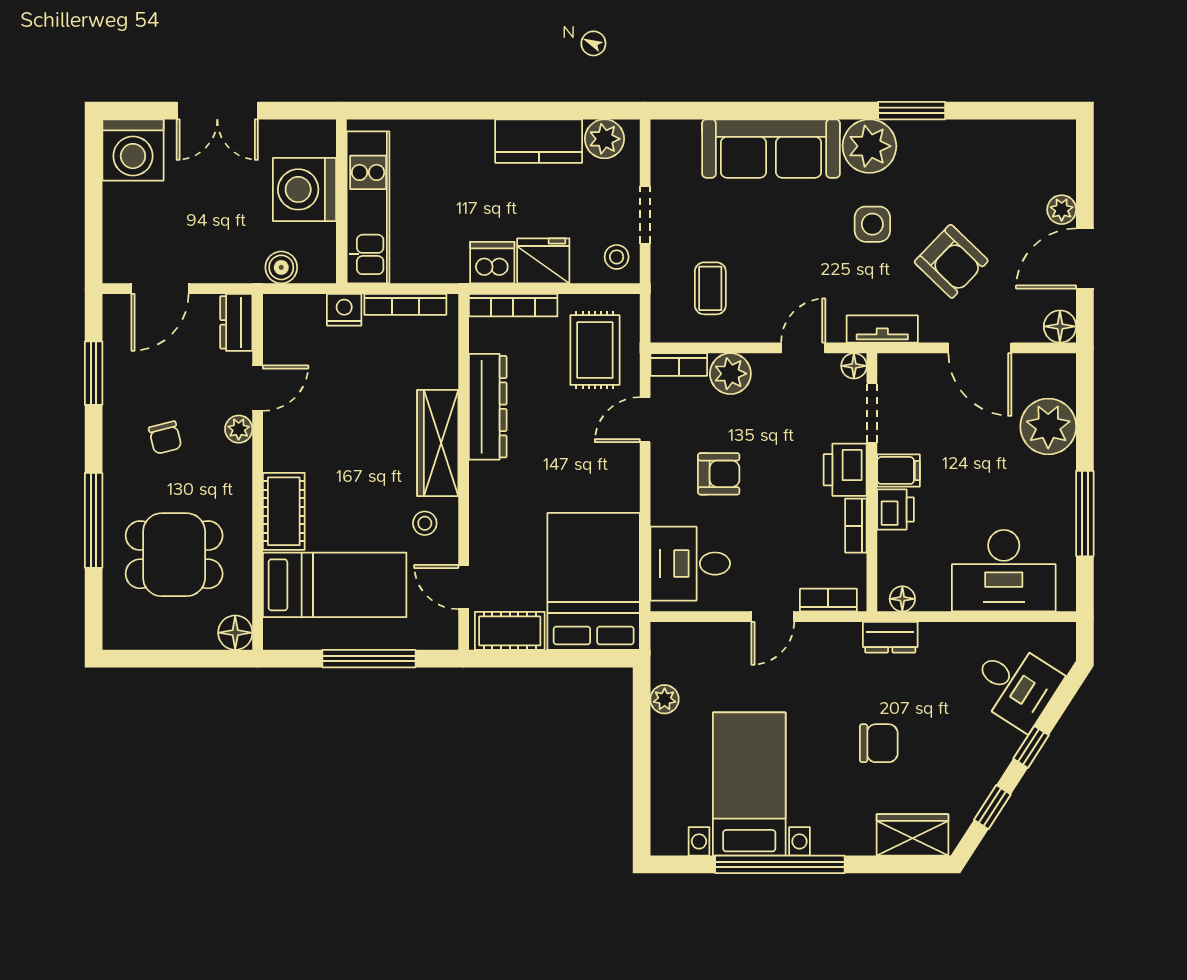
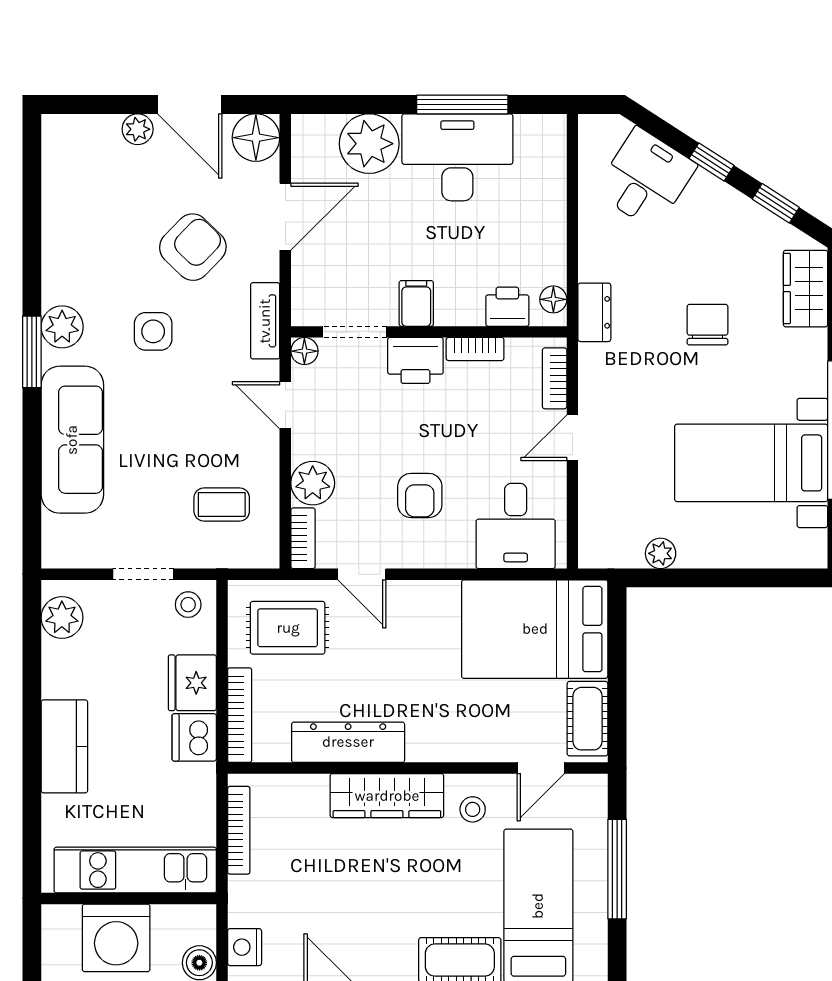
window: (912, 111) -> (32, 352), moved
kitchen counter: (539, 141) -> (64, 746), moved
plant: (869, 146) -> (62, 327), width x0.73, depth x0.73
nightstand: (344, 310) -> (245, 947), moved
floor lamp: (1060, 326) -> (256, 138), width x1.38, depth x1.38
armchair: (719, 474) -> (420, 495), turned 180
printer: (896, 509) -> (507, 307), moved
desk: (1004, 571) -> (457, 157), moved, turned -90
door: (773, 617) -> (572, 438), swing flipped

